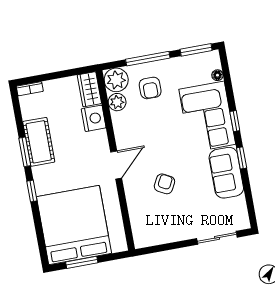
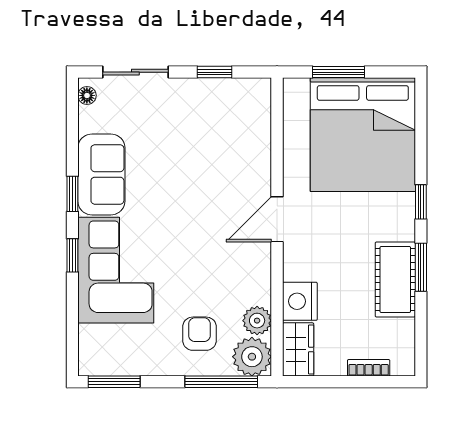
window: (148, 59) -> (221, 382), moved
floor lamp: (217, 75) -> (87, 95), moved
bookcase: (30, 89) -> (369, 368), moved
armchair: (164, 184) -> (204, 174), removed
window: (170, 246) -> (215, 72), added
window: (82, 262) -> (338, 72), moved

